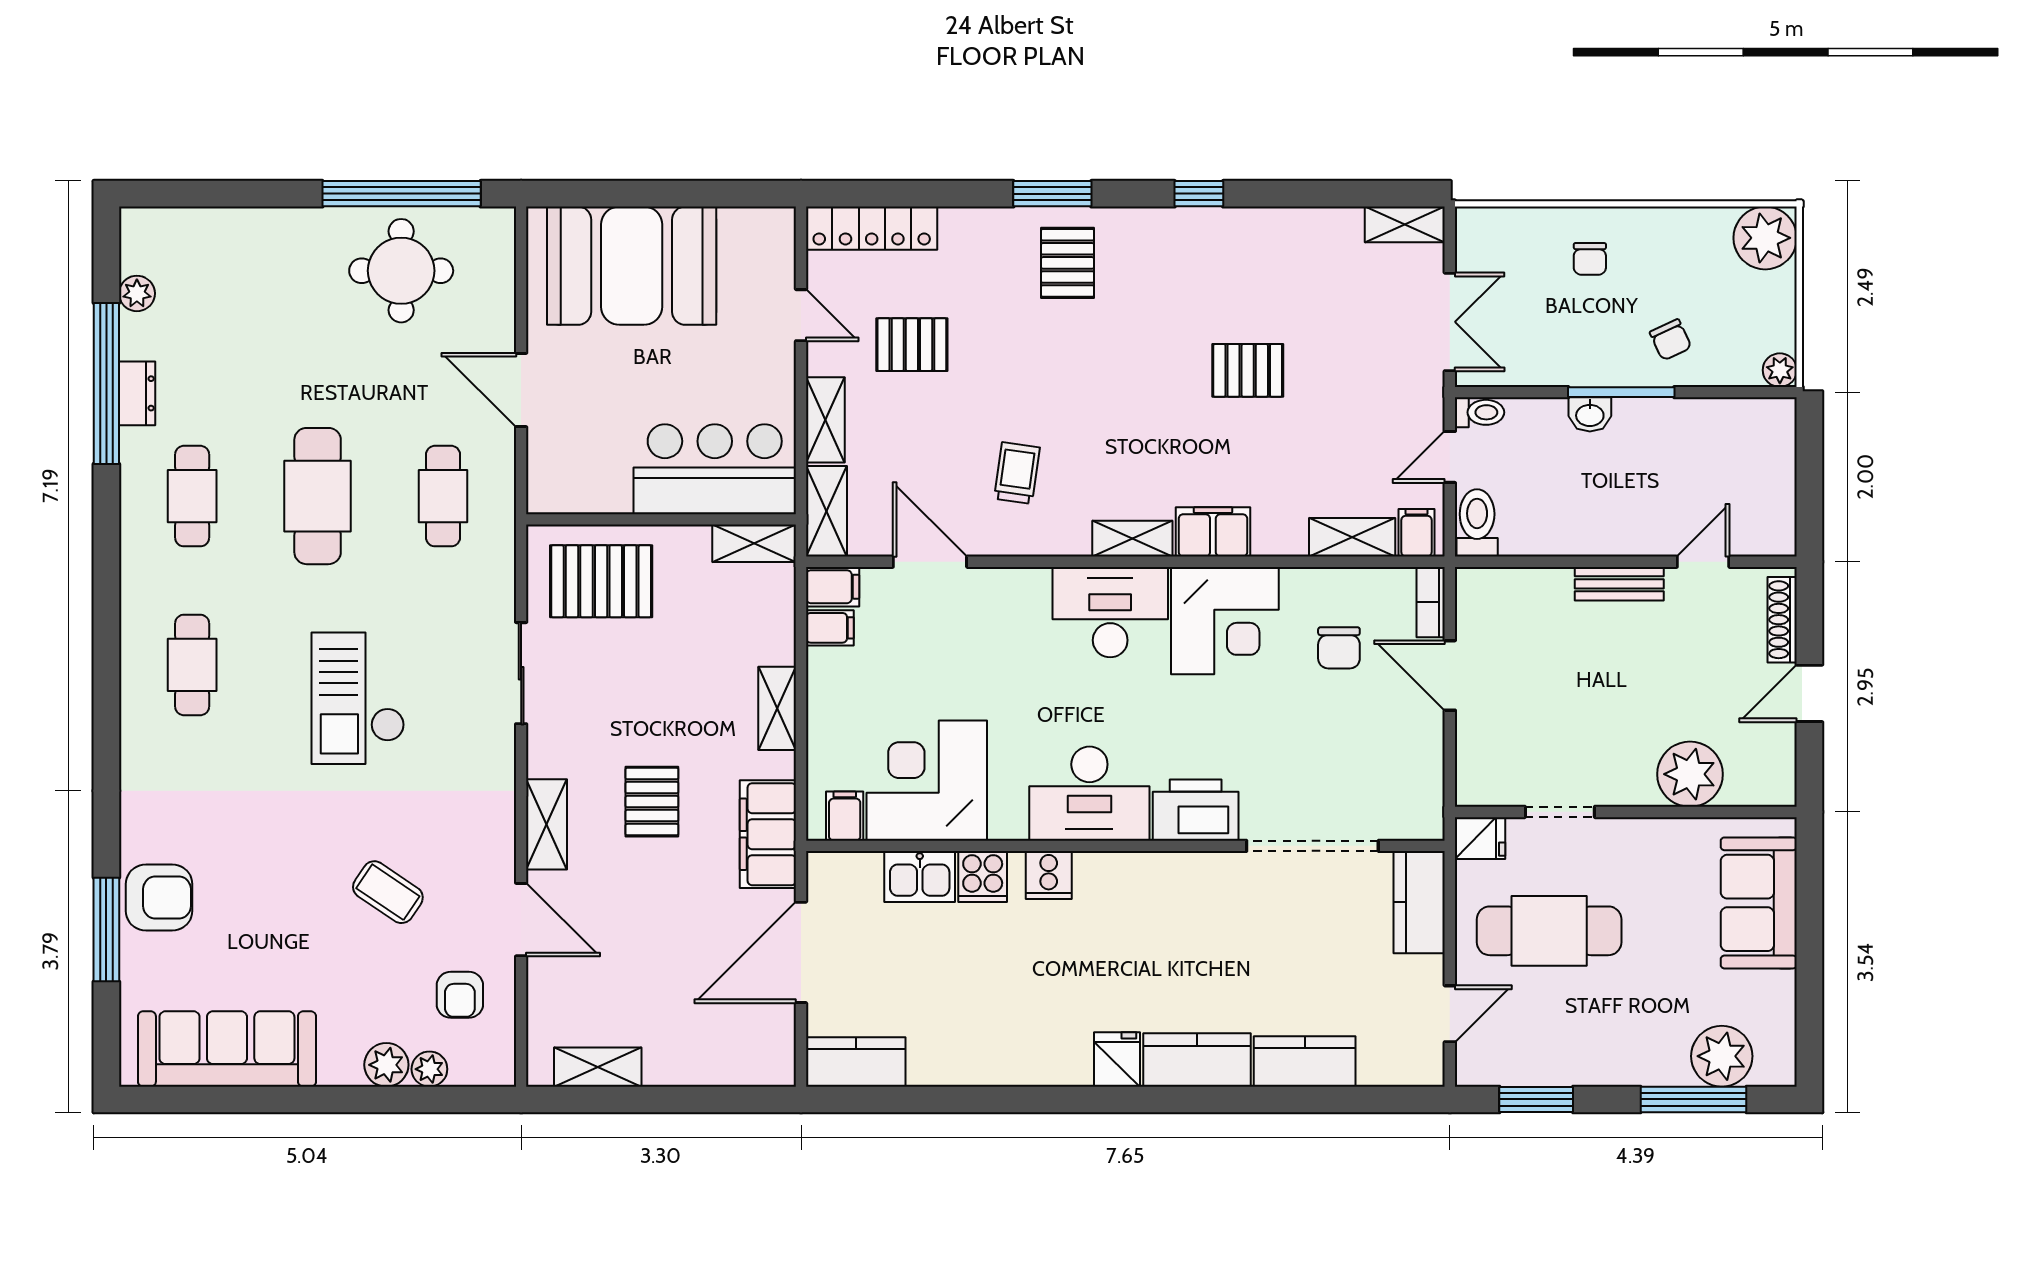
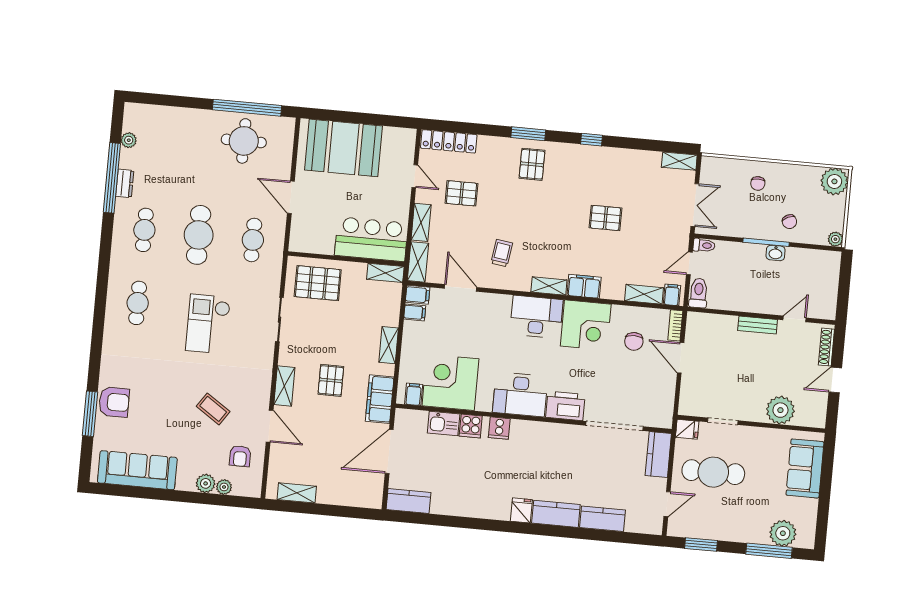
washbasin: (1590, 414) -> (776, 253), moved

